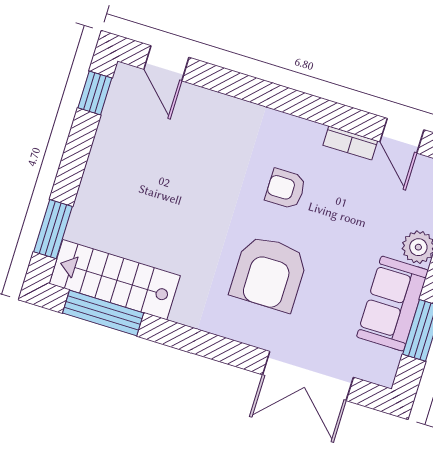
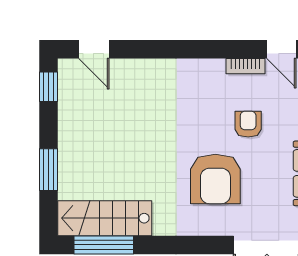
armchair: (286, 189) -> (248, 124), moved, turned 90
window: (53, 229) -> (49, 170), moved

